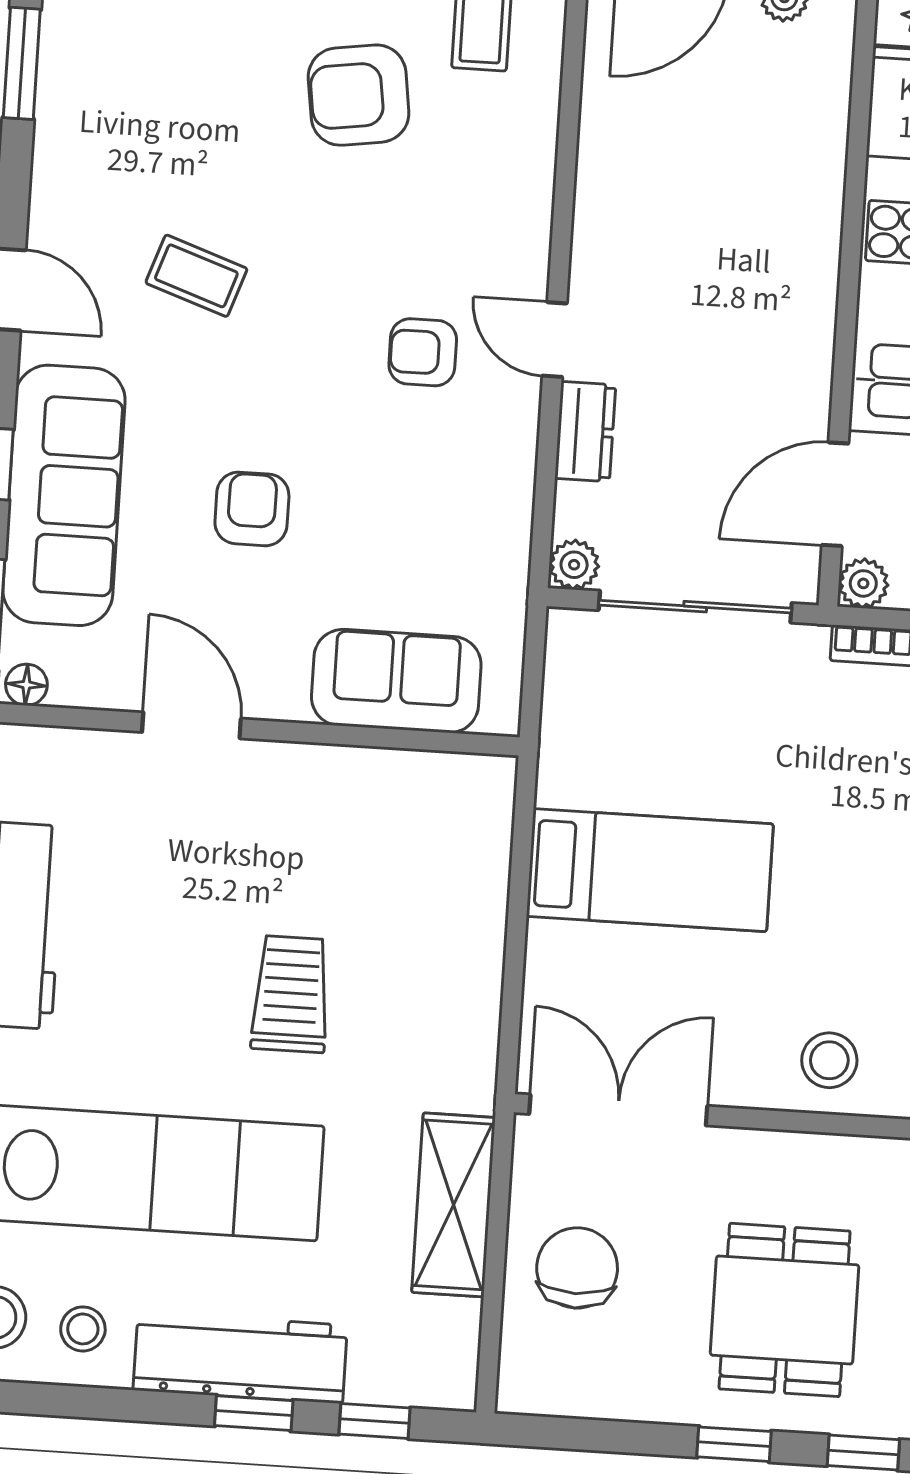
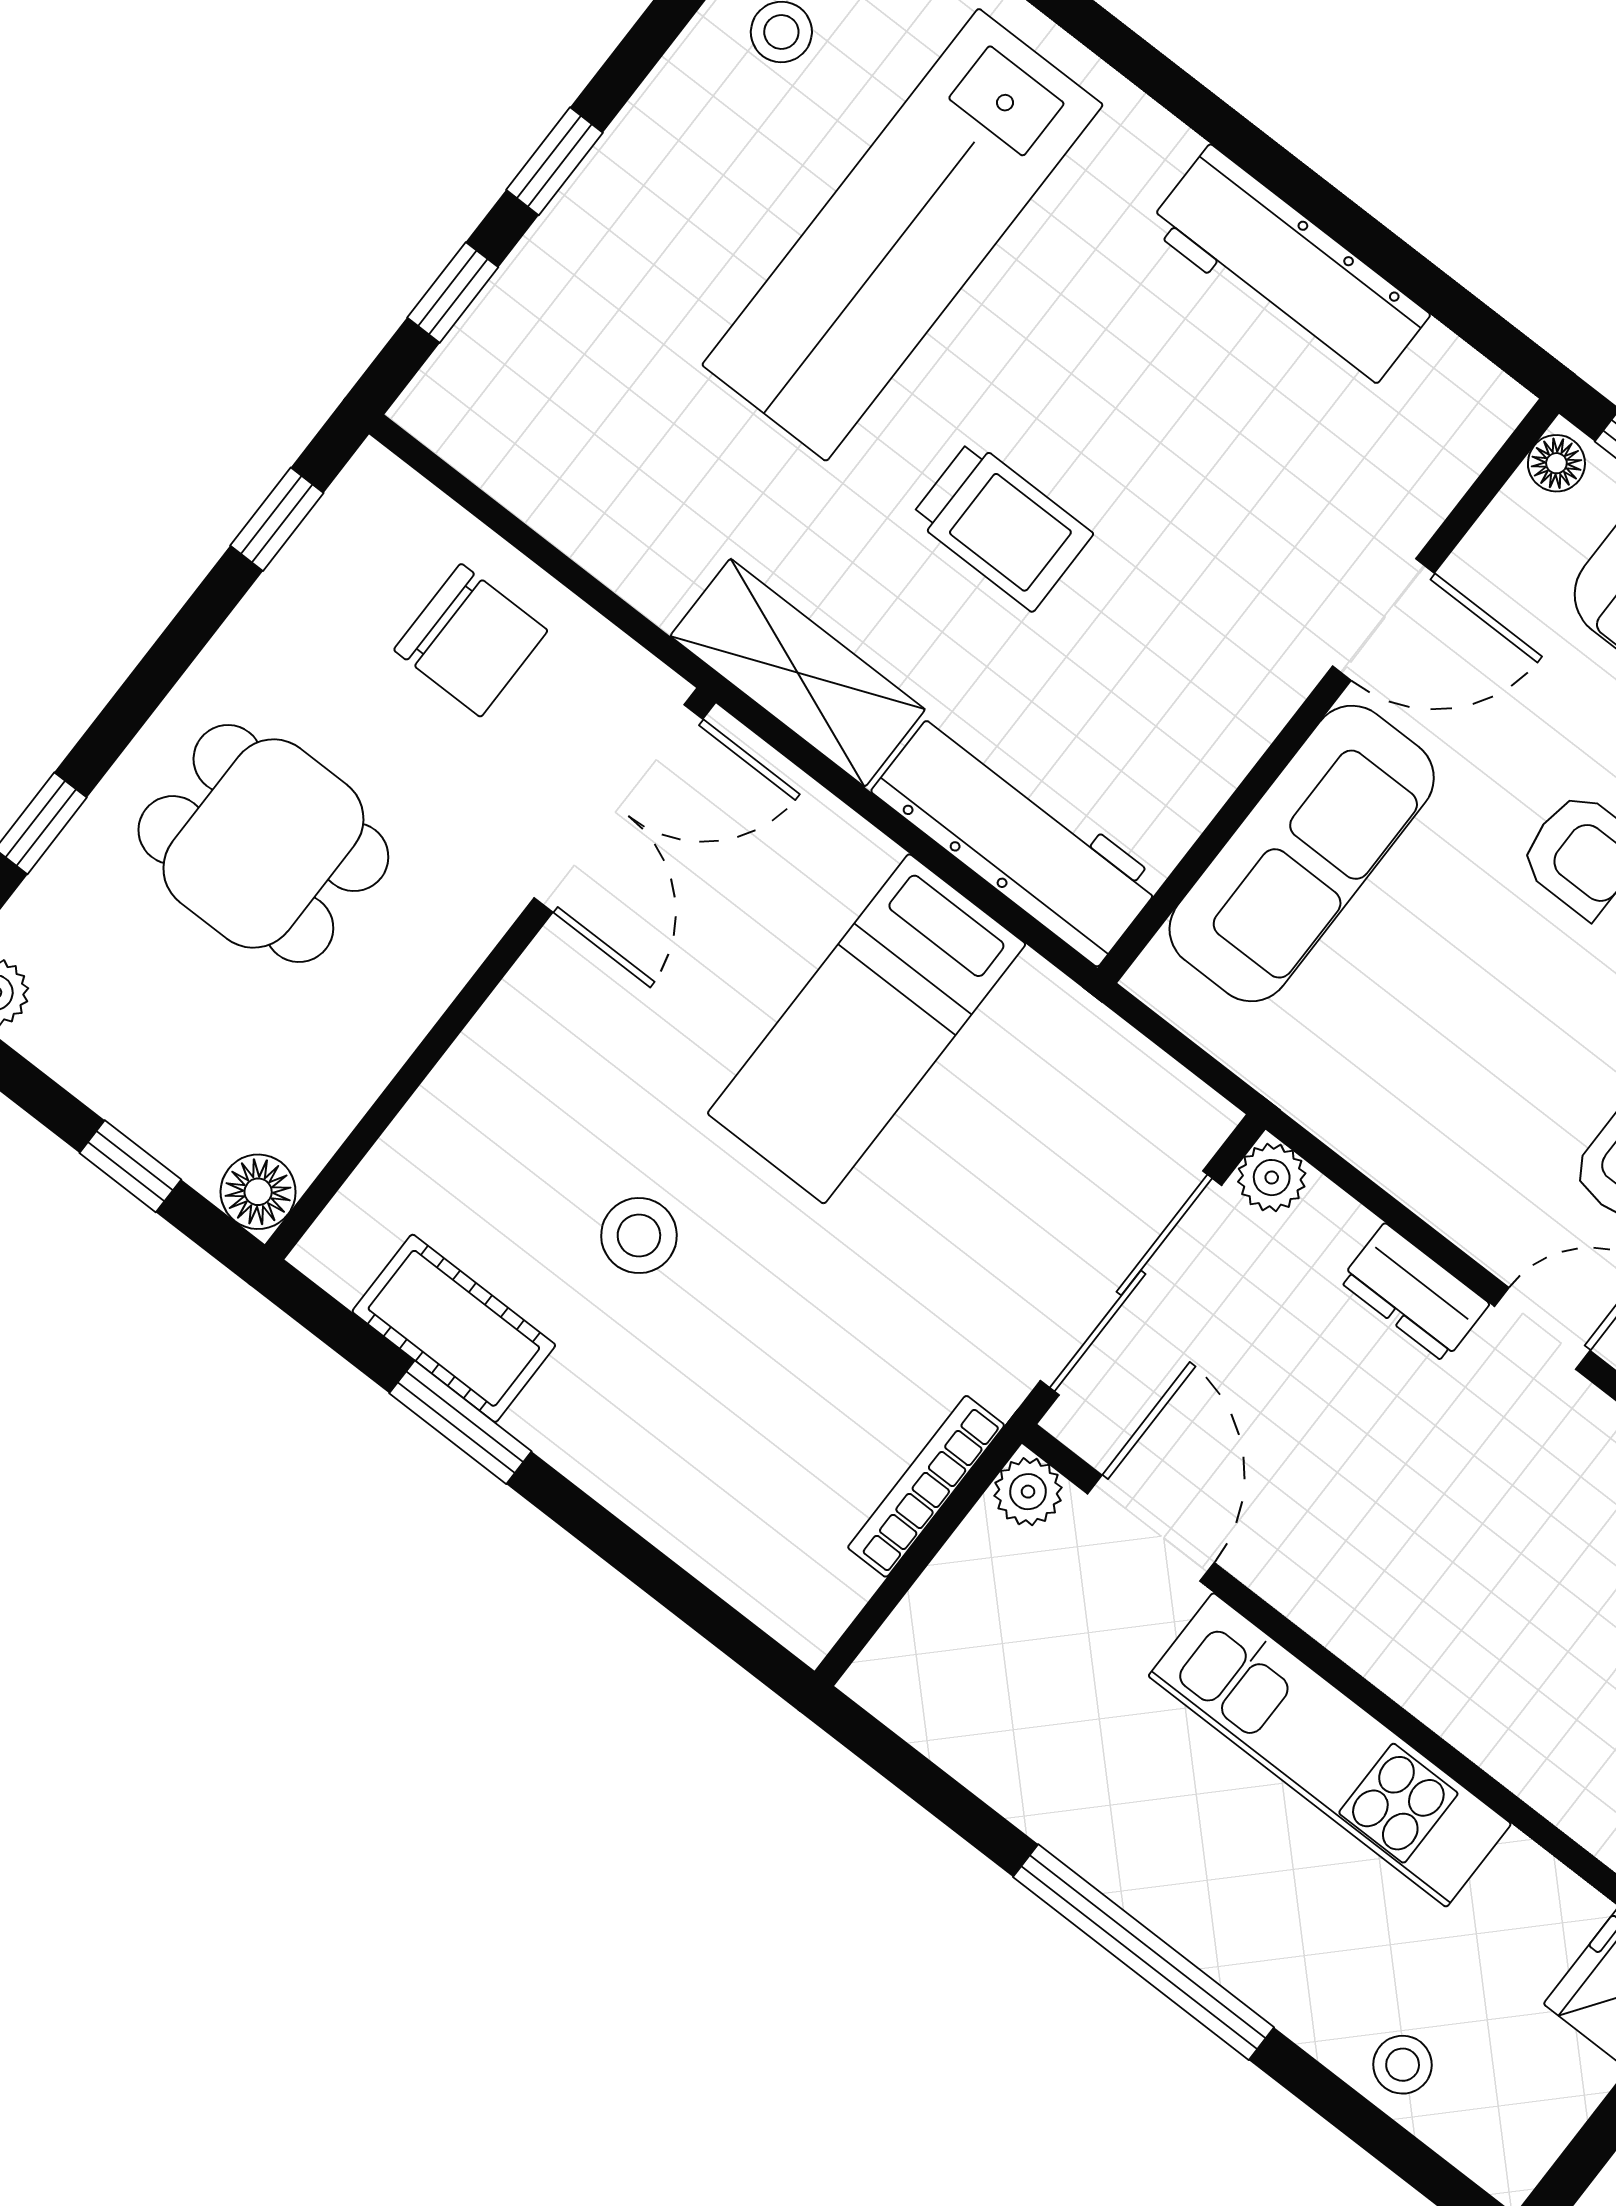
sofa: (396, 681) -> (1302, 853), width x1.36
stool: (829, 1060) -> (639, 1235), moved
shelving: (454, 1205) -> (798, 673), moved
workbench: (240, 1358) -> (1017, 837), moved, turned -90
window: (734, 1444) -> (277, 519), moved

